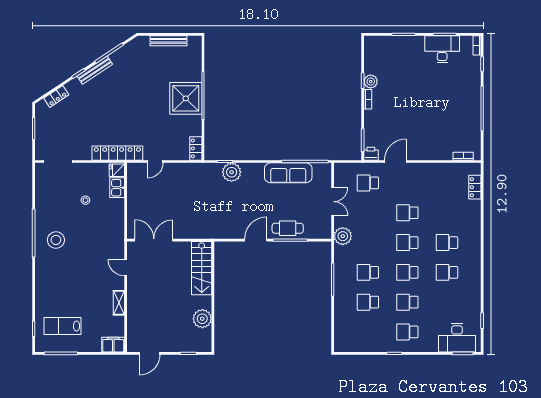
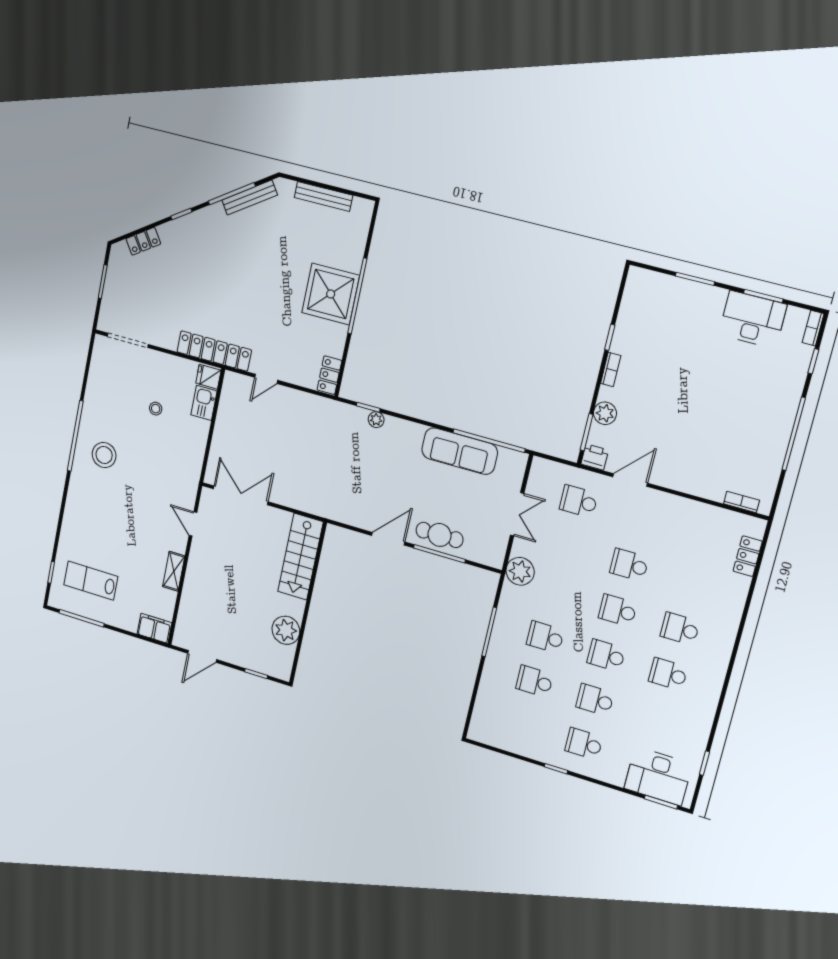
bench: (95, 70) -> (250, 198), moved
plant: (371, 81) -> (605, 413), moved
plant: (232, 172) -> (376, 420), width x0.53, depth x0.53

